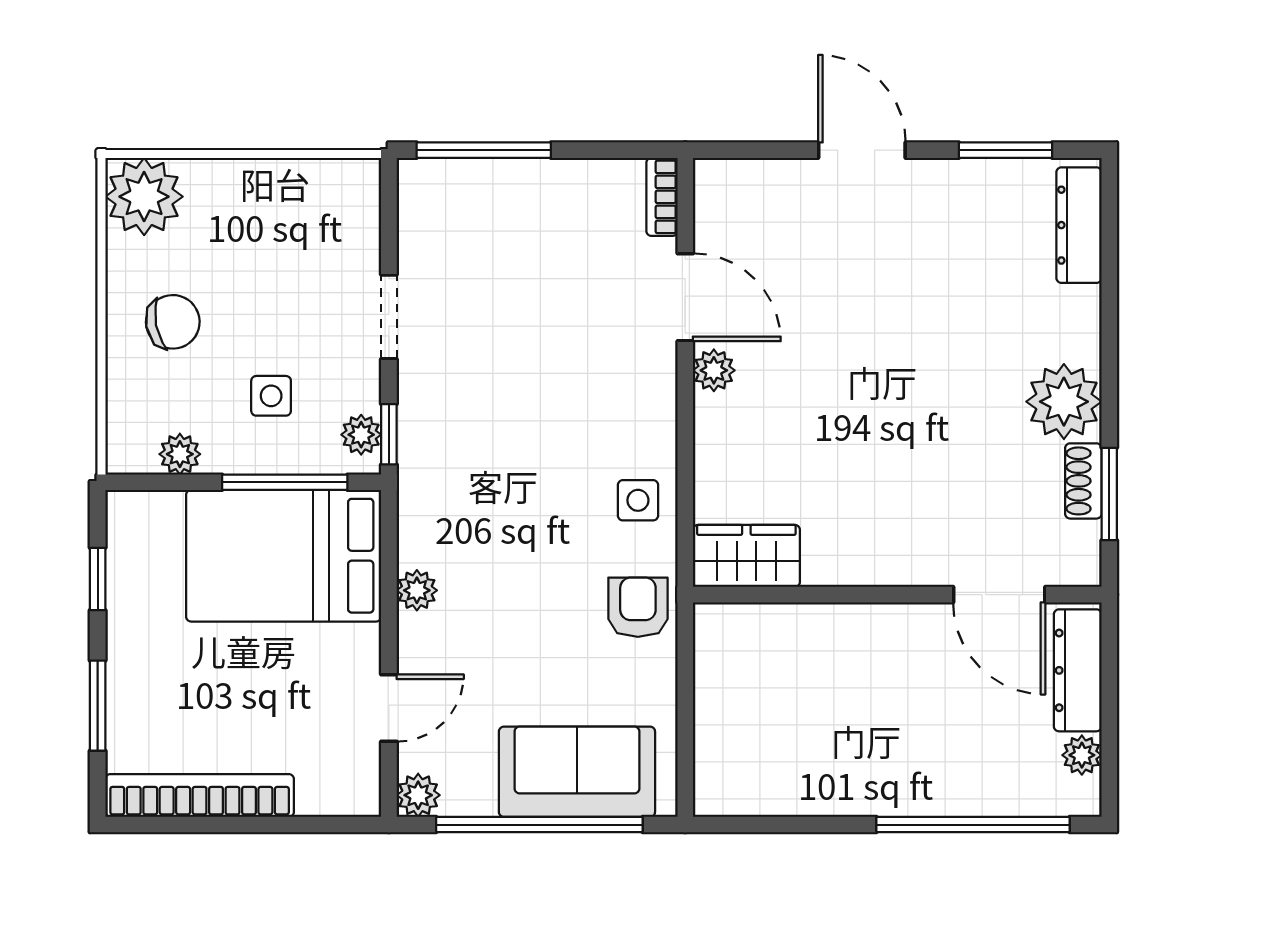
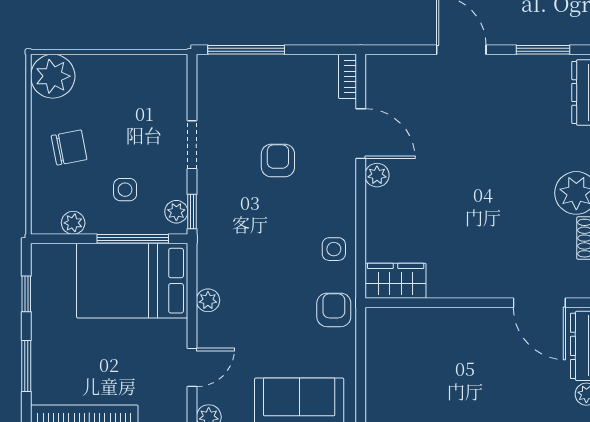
armchair: (540, 345) -> (278, 161), added

